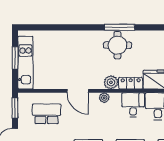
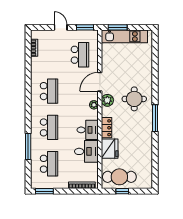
round table: (117, 45) -> (134, 99), moved
window: (15, 58) -> (118, 27), moved
plant: (111, 82) -> (107, 100), moved

